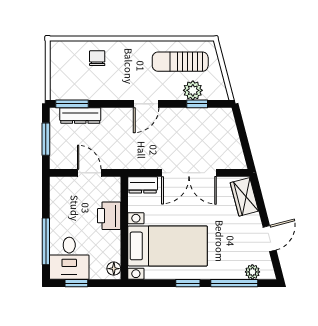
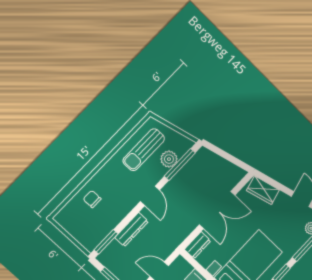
window: (197, 104) -> (180, 164), width x2.17
dresser: (80, 116) -> (132, 230), moved

